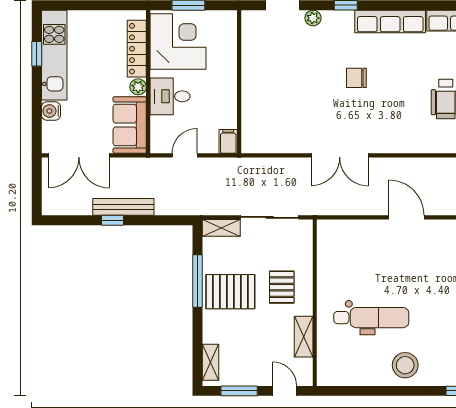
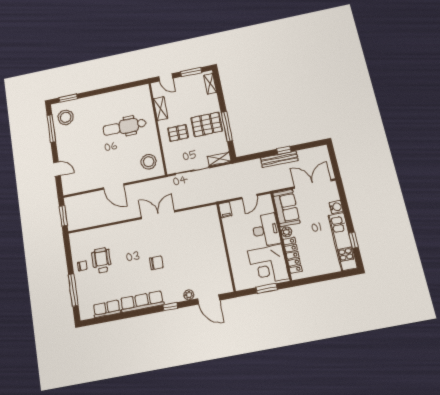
desk: (170, 96) -> (266, 230), width x1.37
pallet: (282, 287) -> (178, 133), turned 90
stool: (405, 365) -> (149, 162), moved

